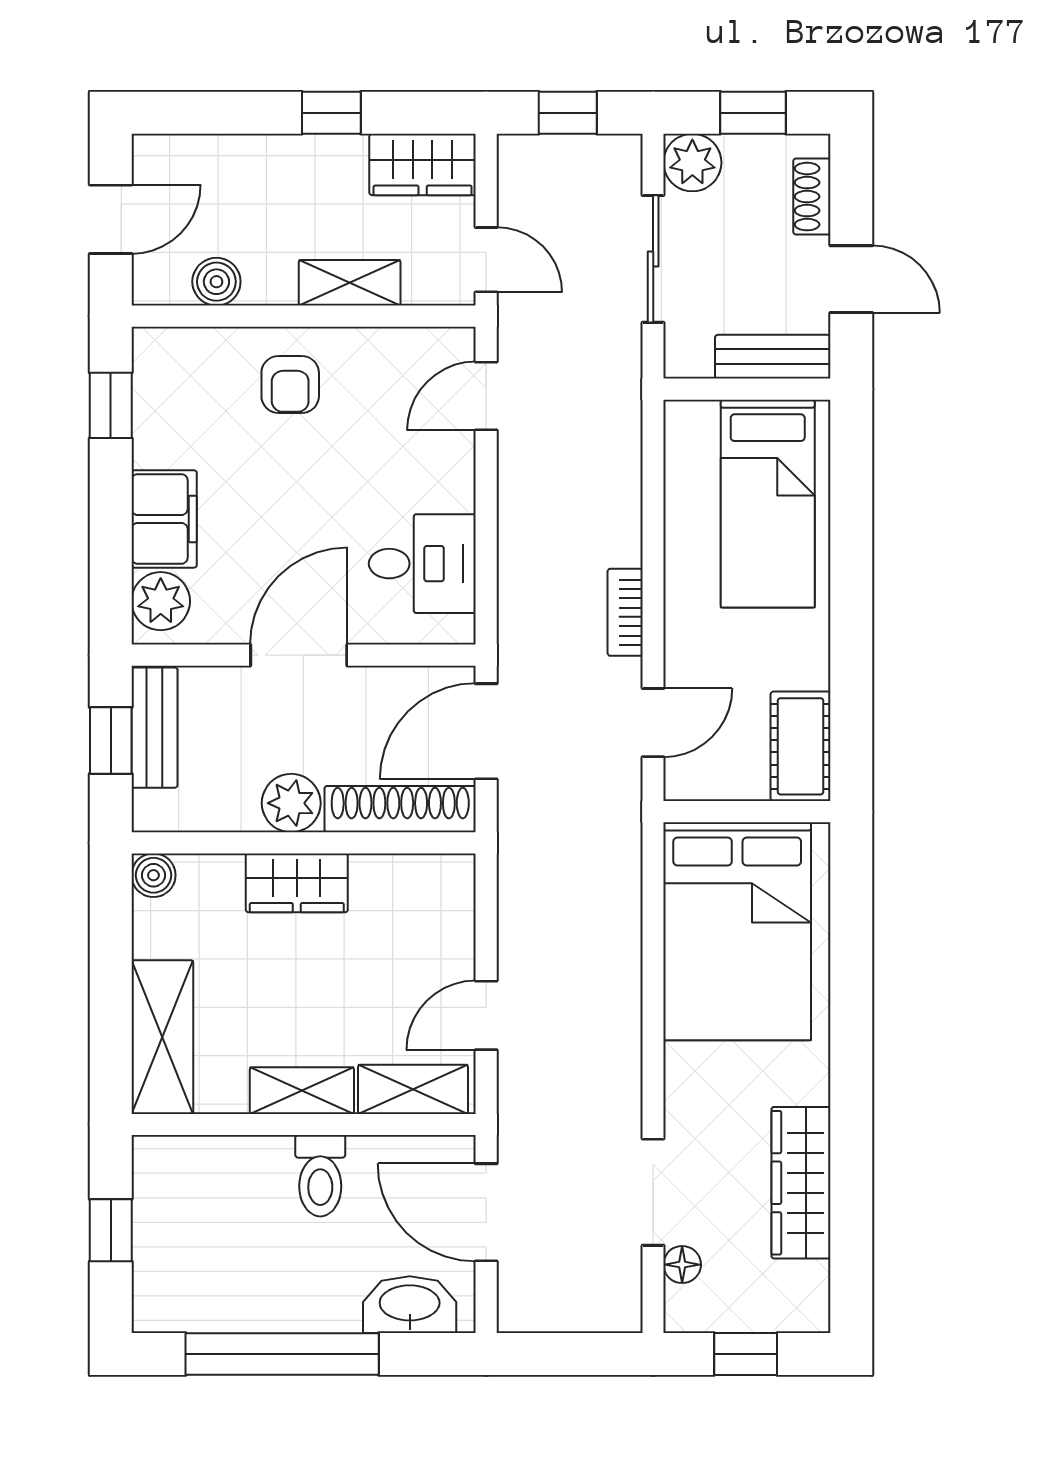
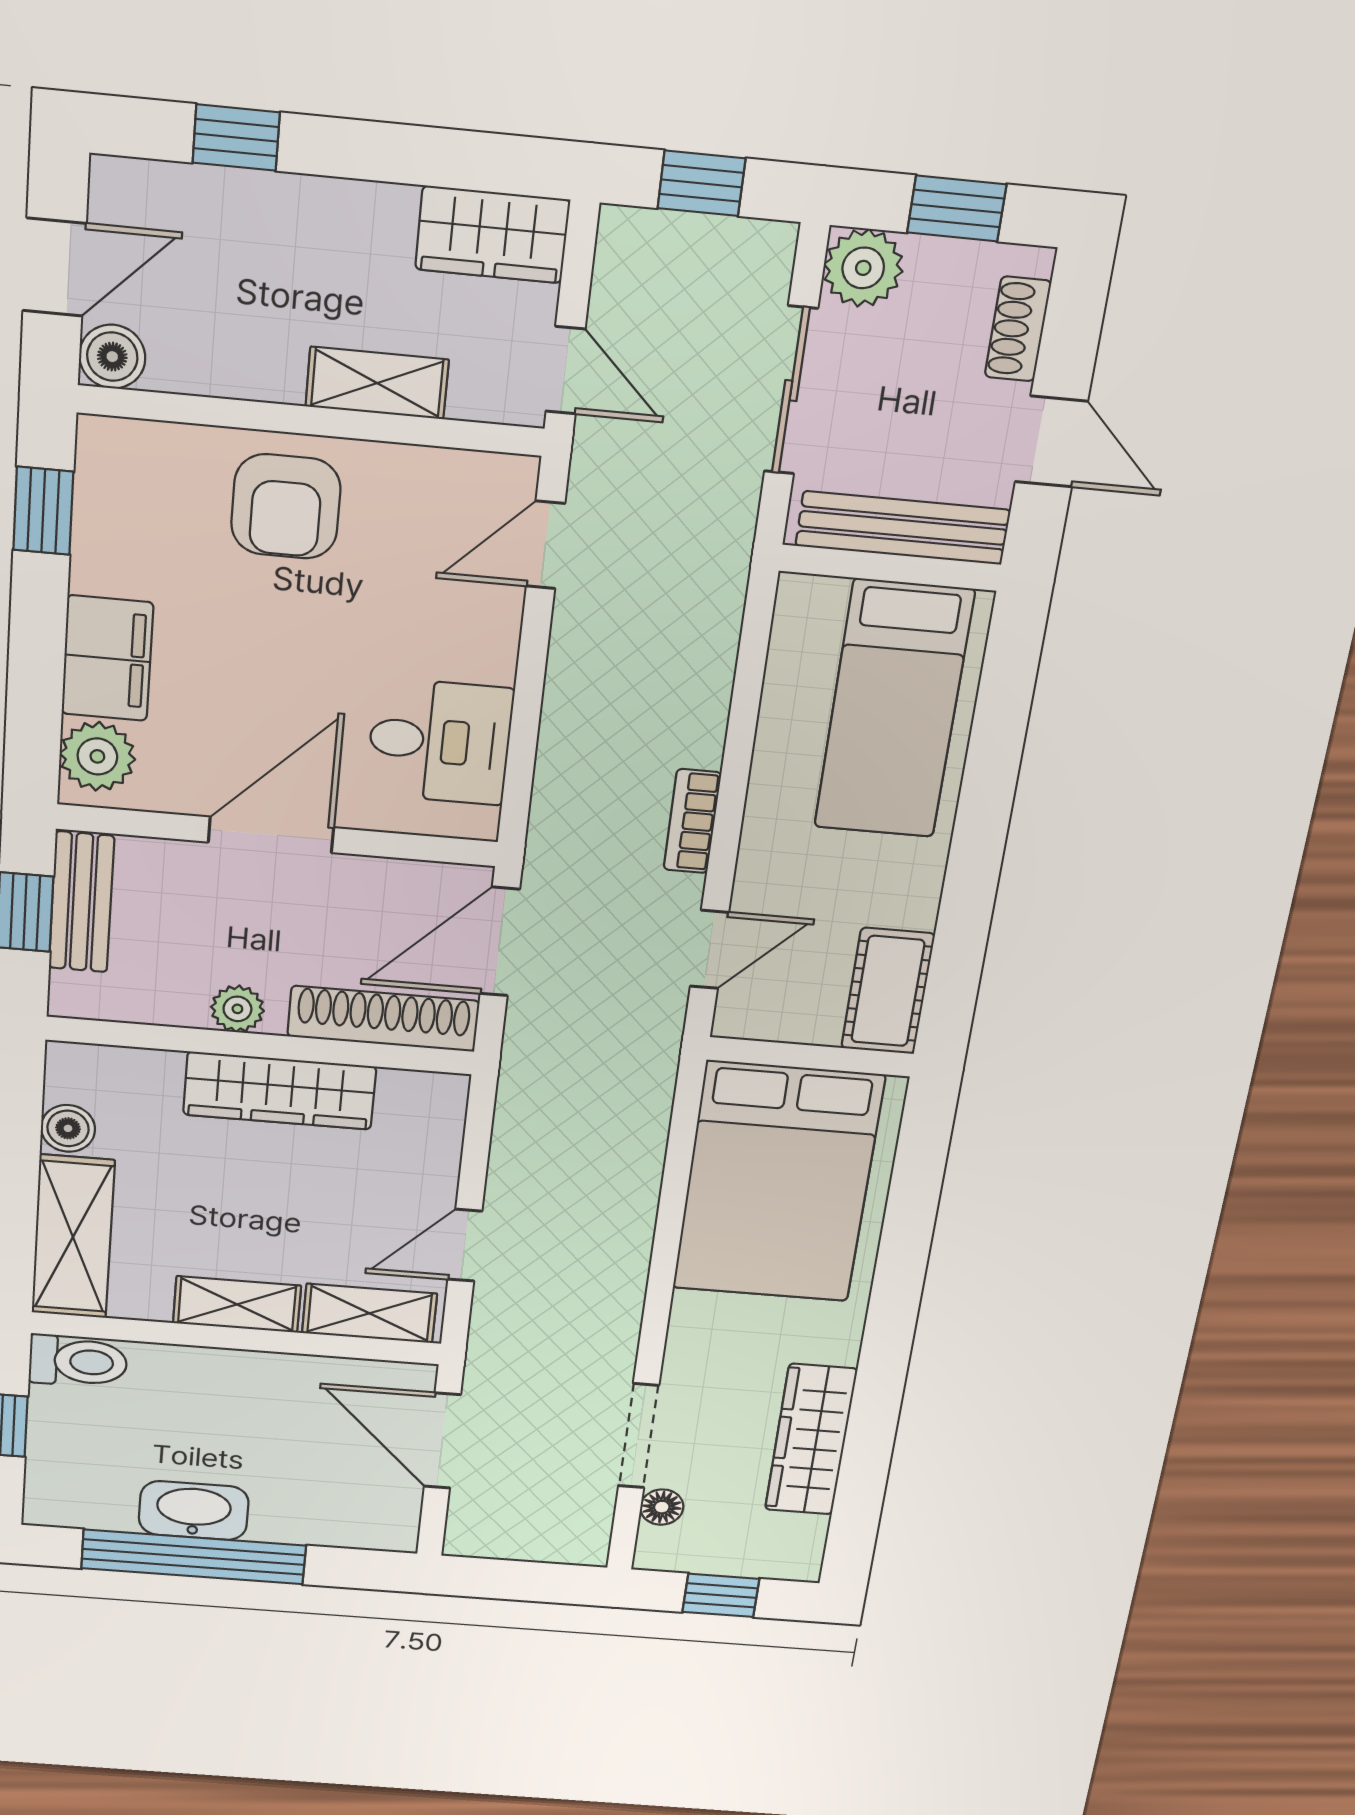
window: (331, 113) -> (236, 138), moved
boiler: (216, 282) -> (112, 357), moved
bench: (773, 357) -> (903, 528), width x1.36
armchair: (290, 384) -> (286, 506), width x1.38, depth x1.38
plant: (291, 803) -> (237, 1009), width x0.73, depth x0.73
boiler: (153, 875) -> (68, 1128), moved
wardrobe: (297, 883) -> (280, 1091), width x1.50
toilet: (320, 1176) -> (78, 1361), moved, turned -90
washbasin: (410, 1305) -> (194, 1511), moved

